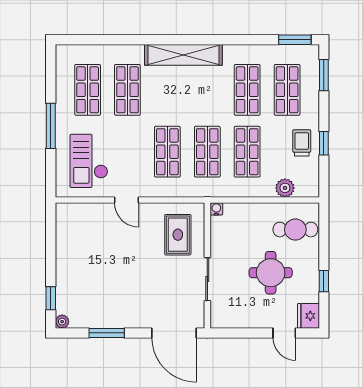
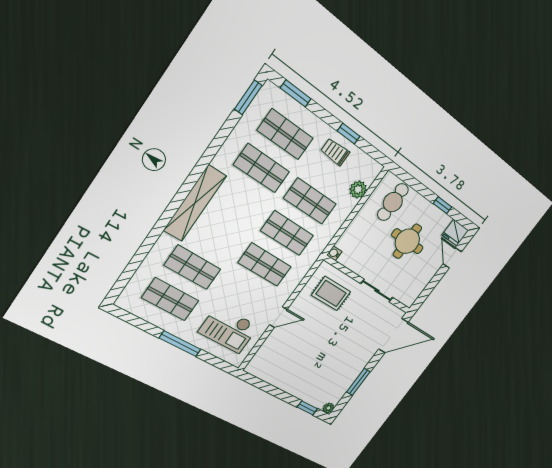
door: (284, 333) -> (452, 258), swing flipped

